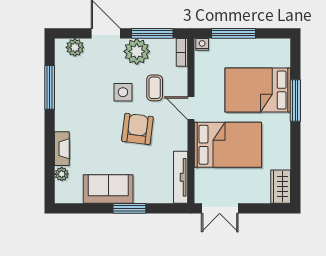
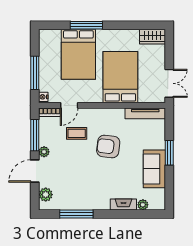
plant: (137, 51) -> (44, 152), width x0.53, depth x0.53
side table: (123, 92) -> (80, 158), removed
door: (191, 108) -> (69, 105), moved

